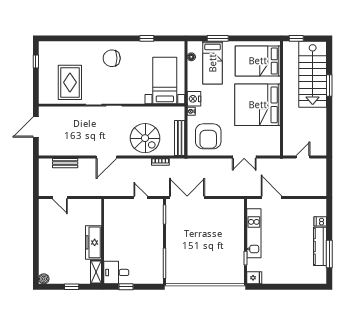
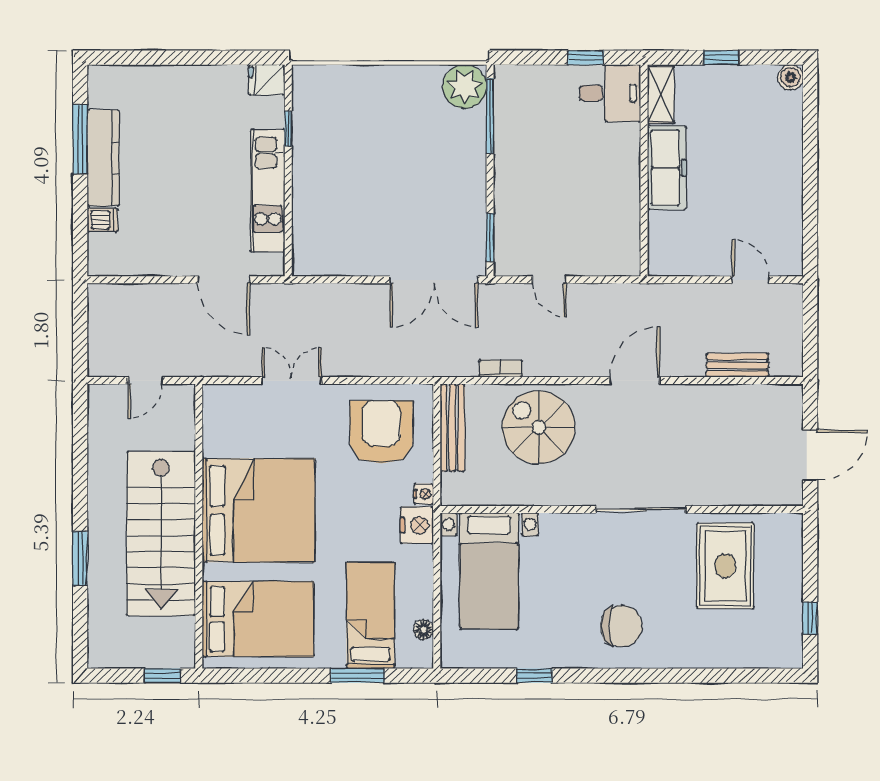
stairs: (313, 74) -> (161, 534), moved, turned 180
plant: (175, 275) -> (465, 87), added

